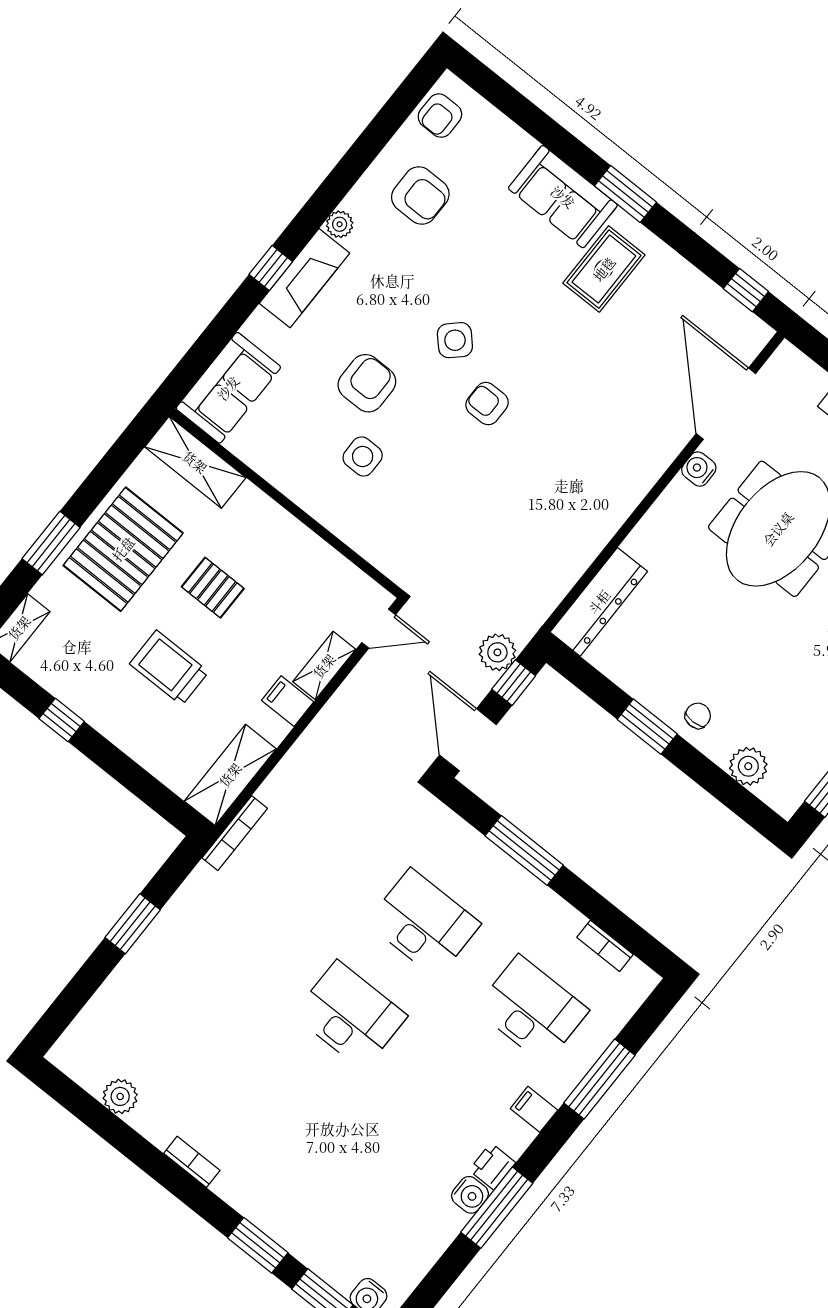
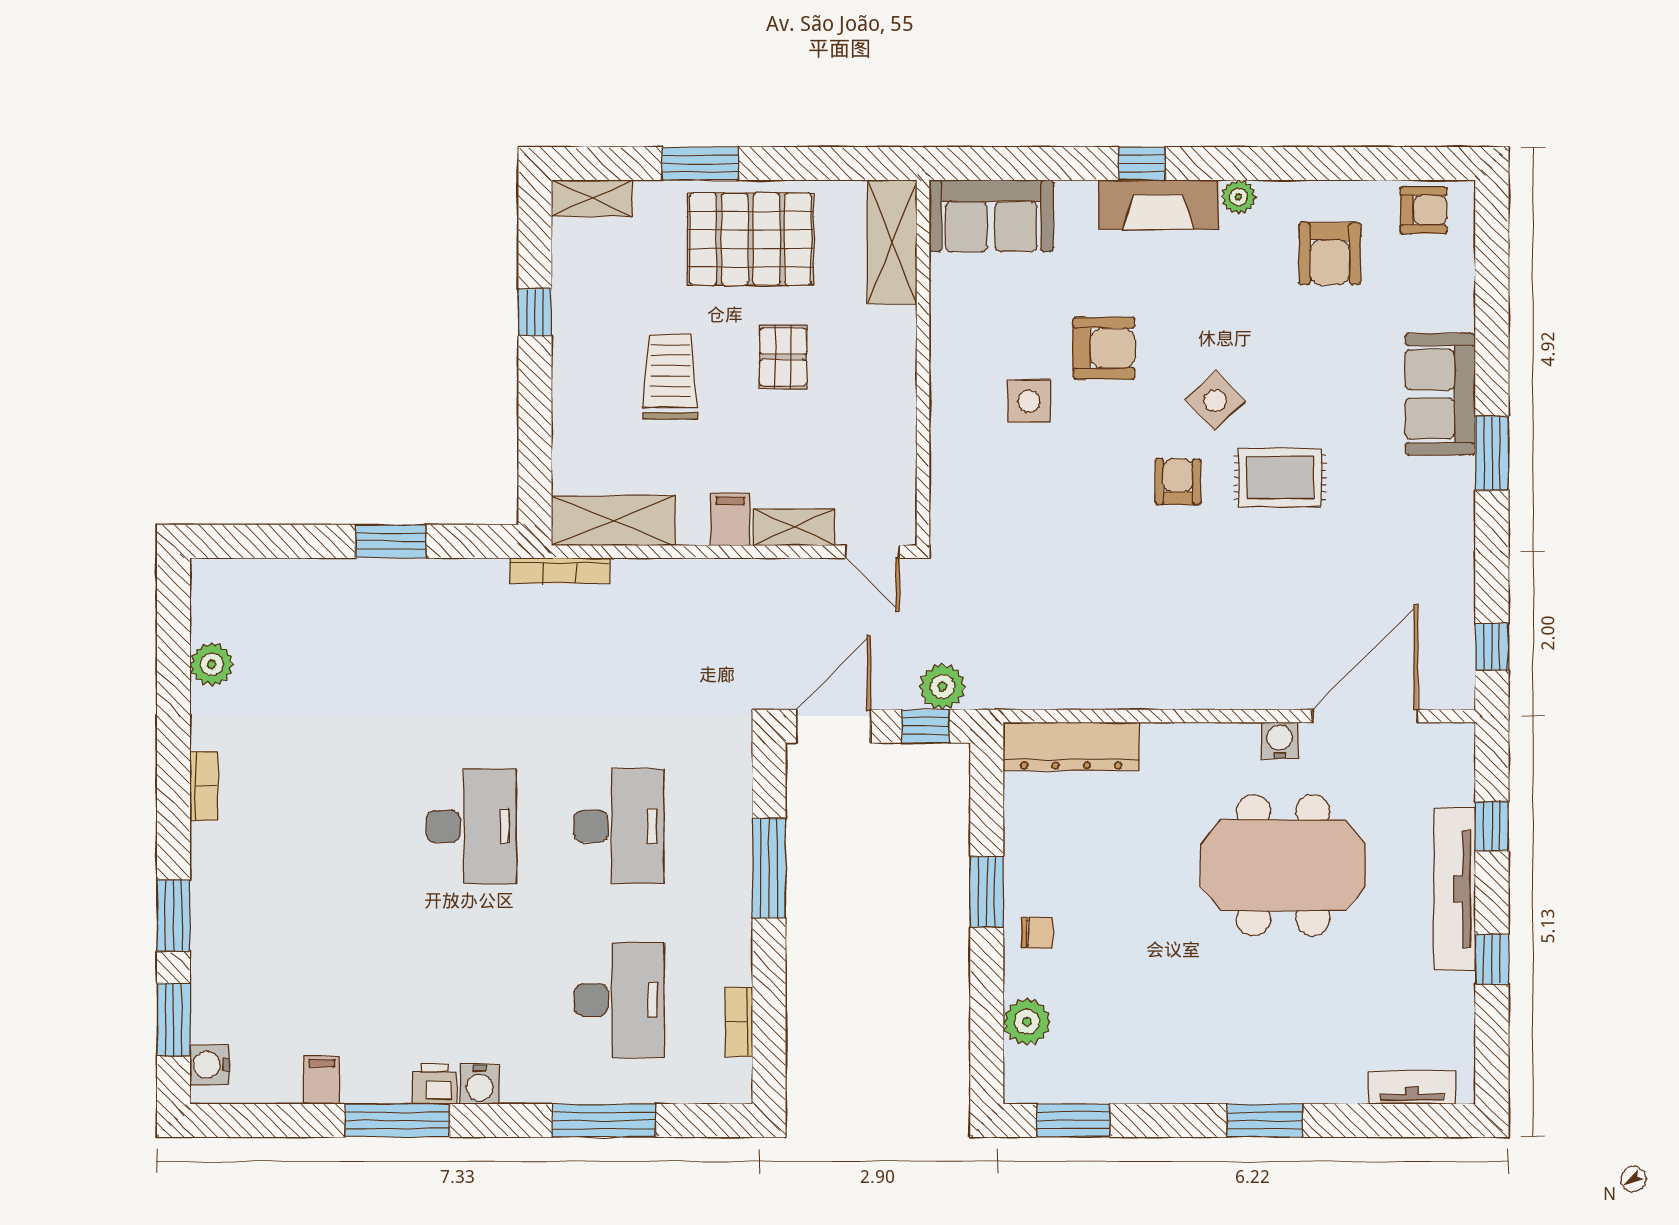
armchair: (440, 116) -> (1424, 210), turned 180
rug: (604, 269) -> (1280, 478), moved
filing cabinet: (534, 1109) -> (322, 1080), moved
water cooler: (470, 1195) -> (480, 1084), moved

